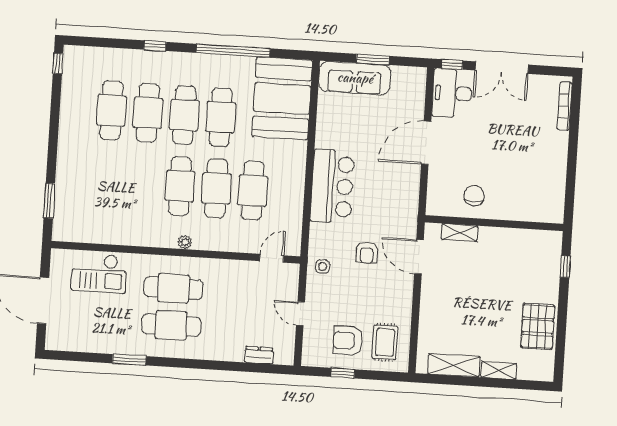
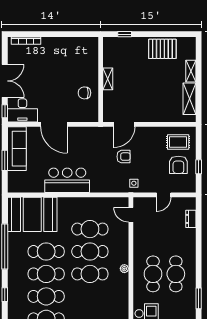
sofa: (355, 78) -> (17, 149), moved
bar counter: (332, 186) -> (67, 180), moved
shelving: (460, 233) -> (108, 79), moved

